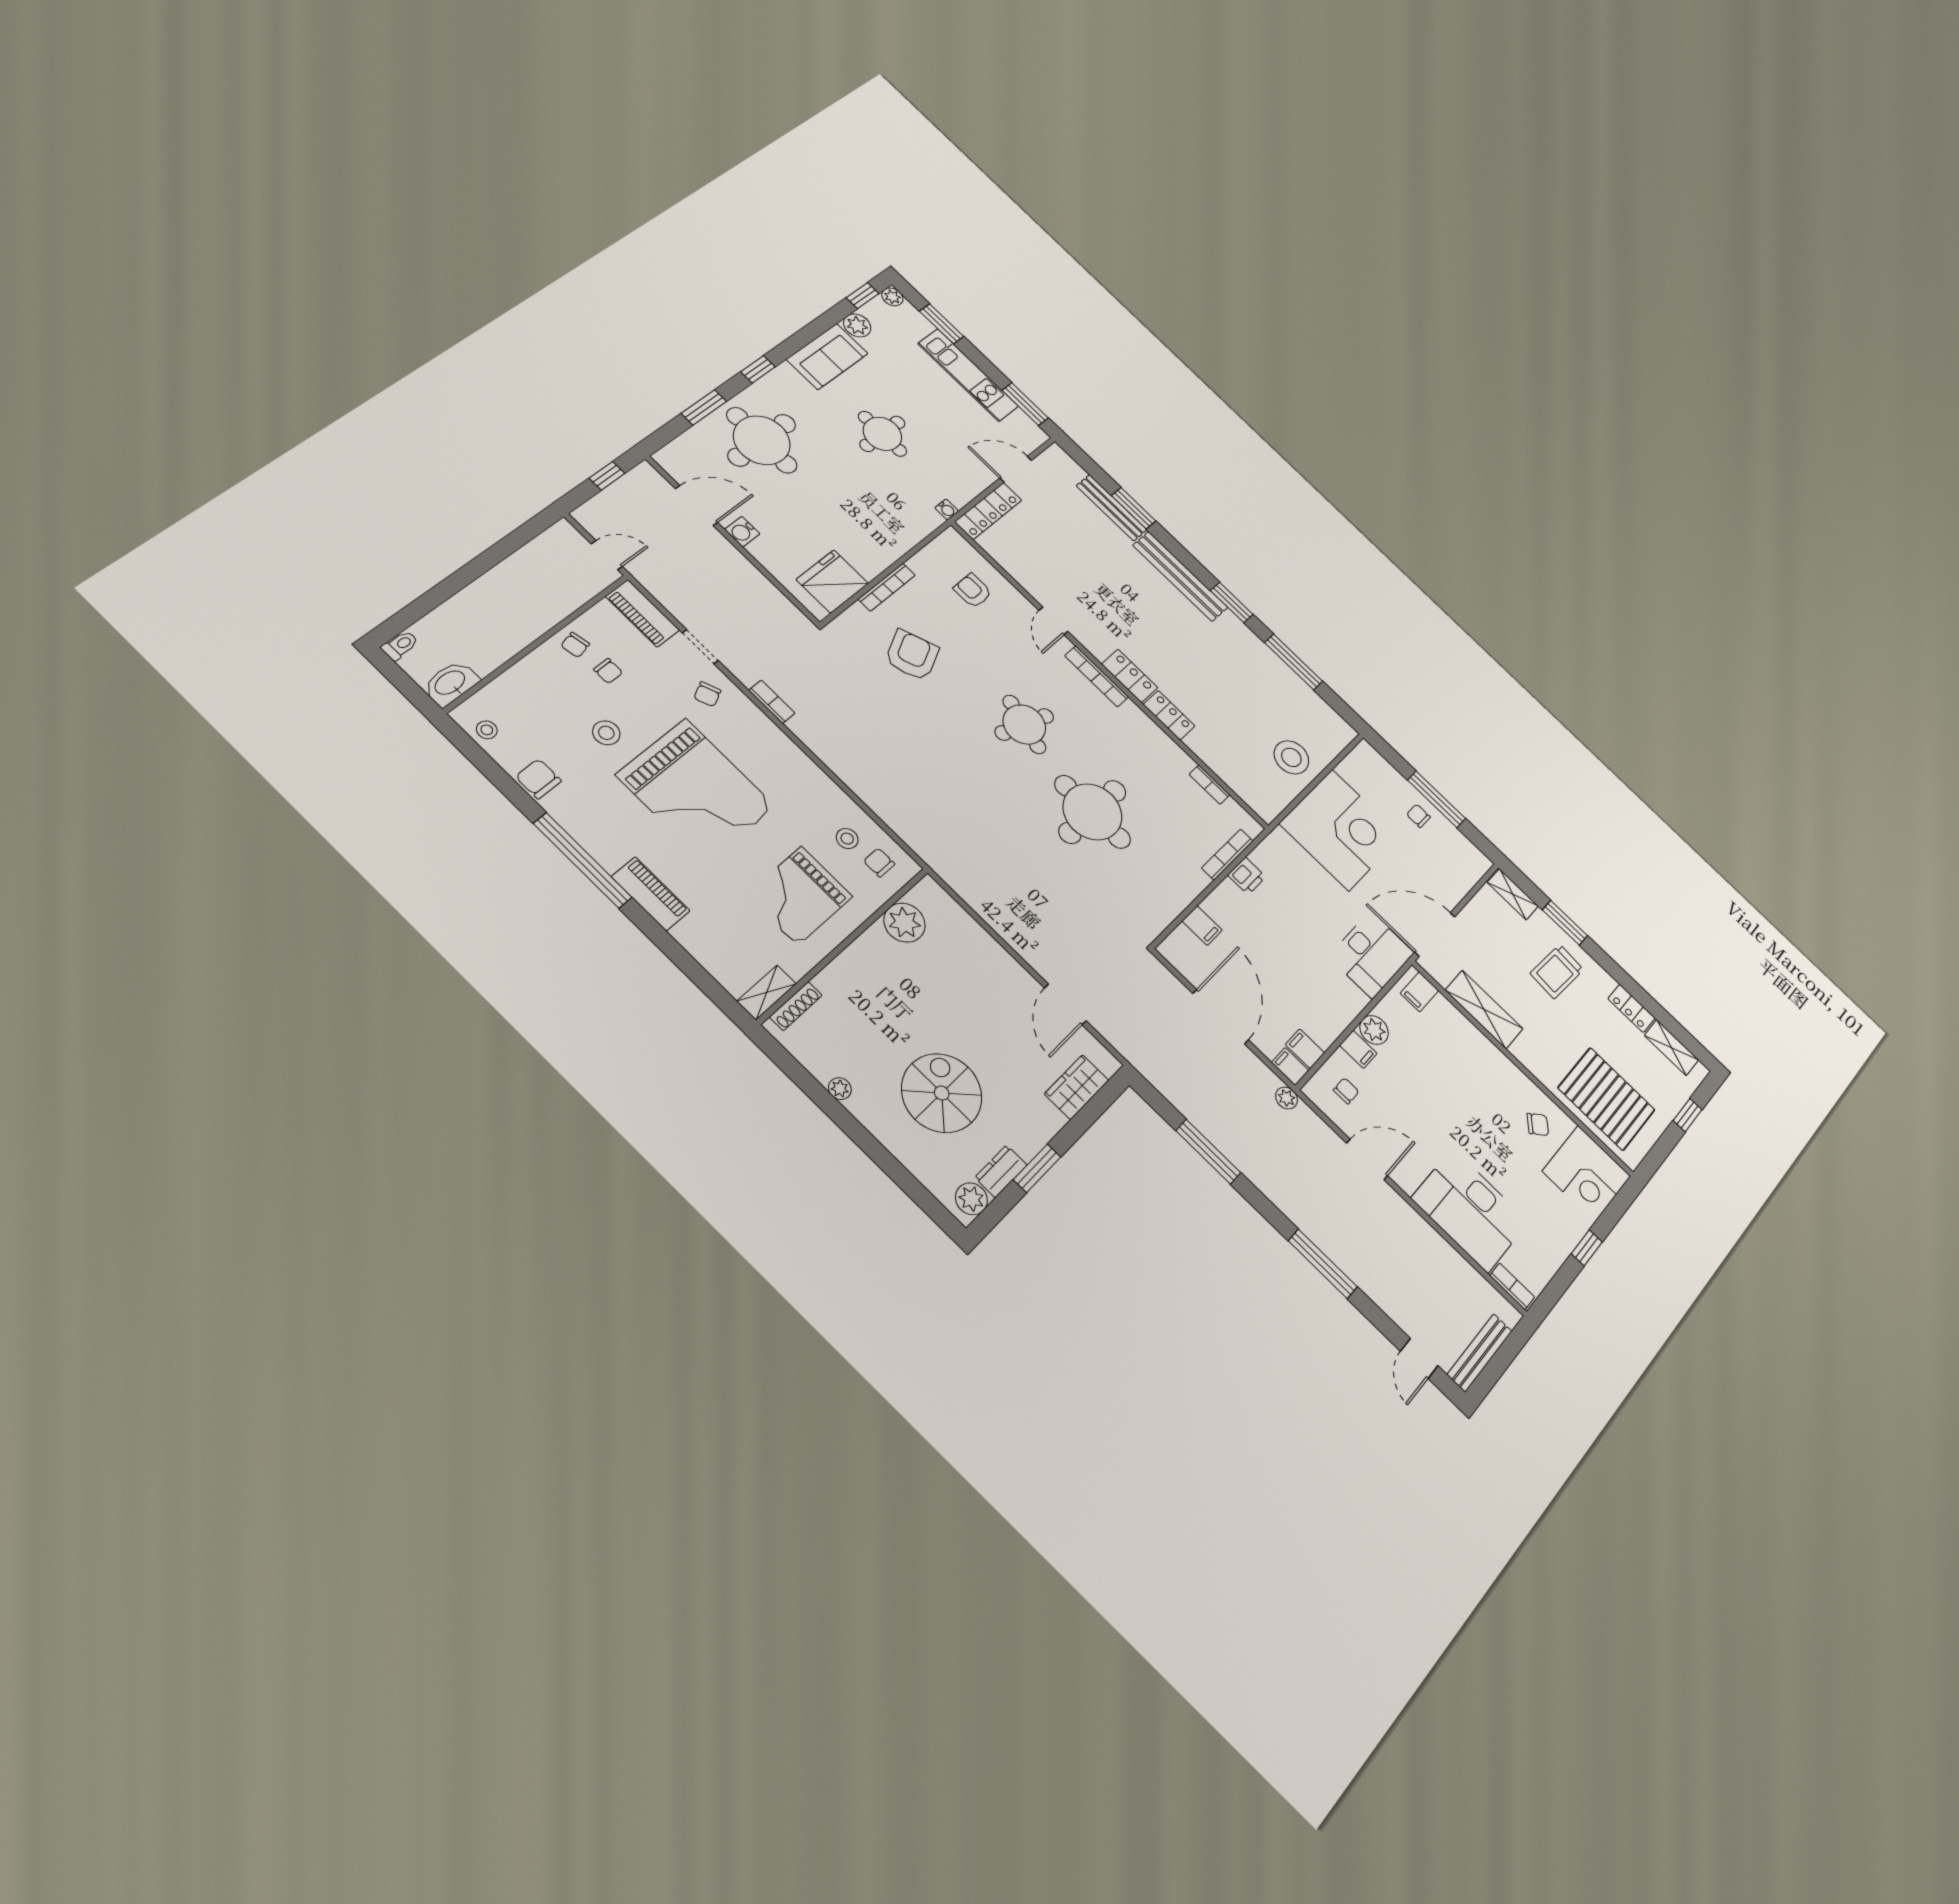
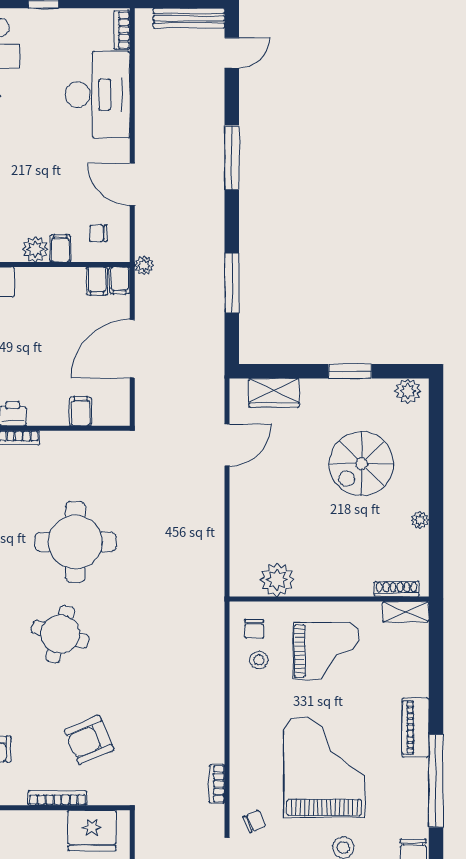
dresser: (1001, 1171) -> (374, 389), removed

